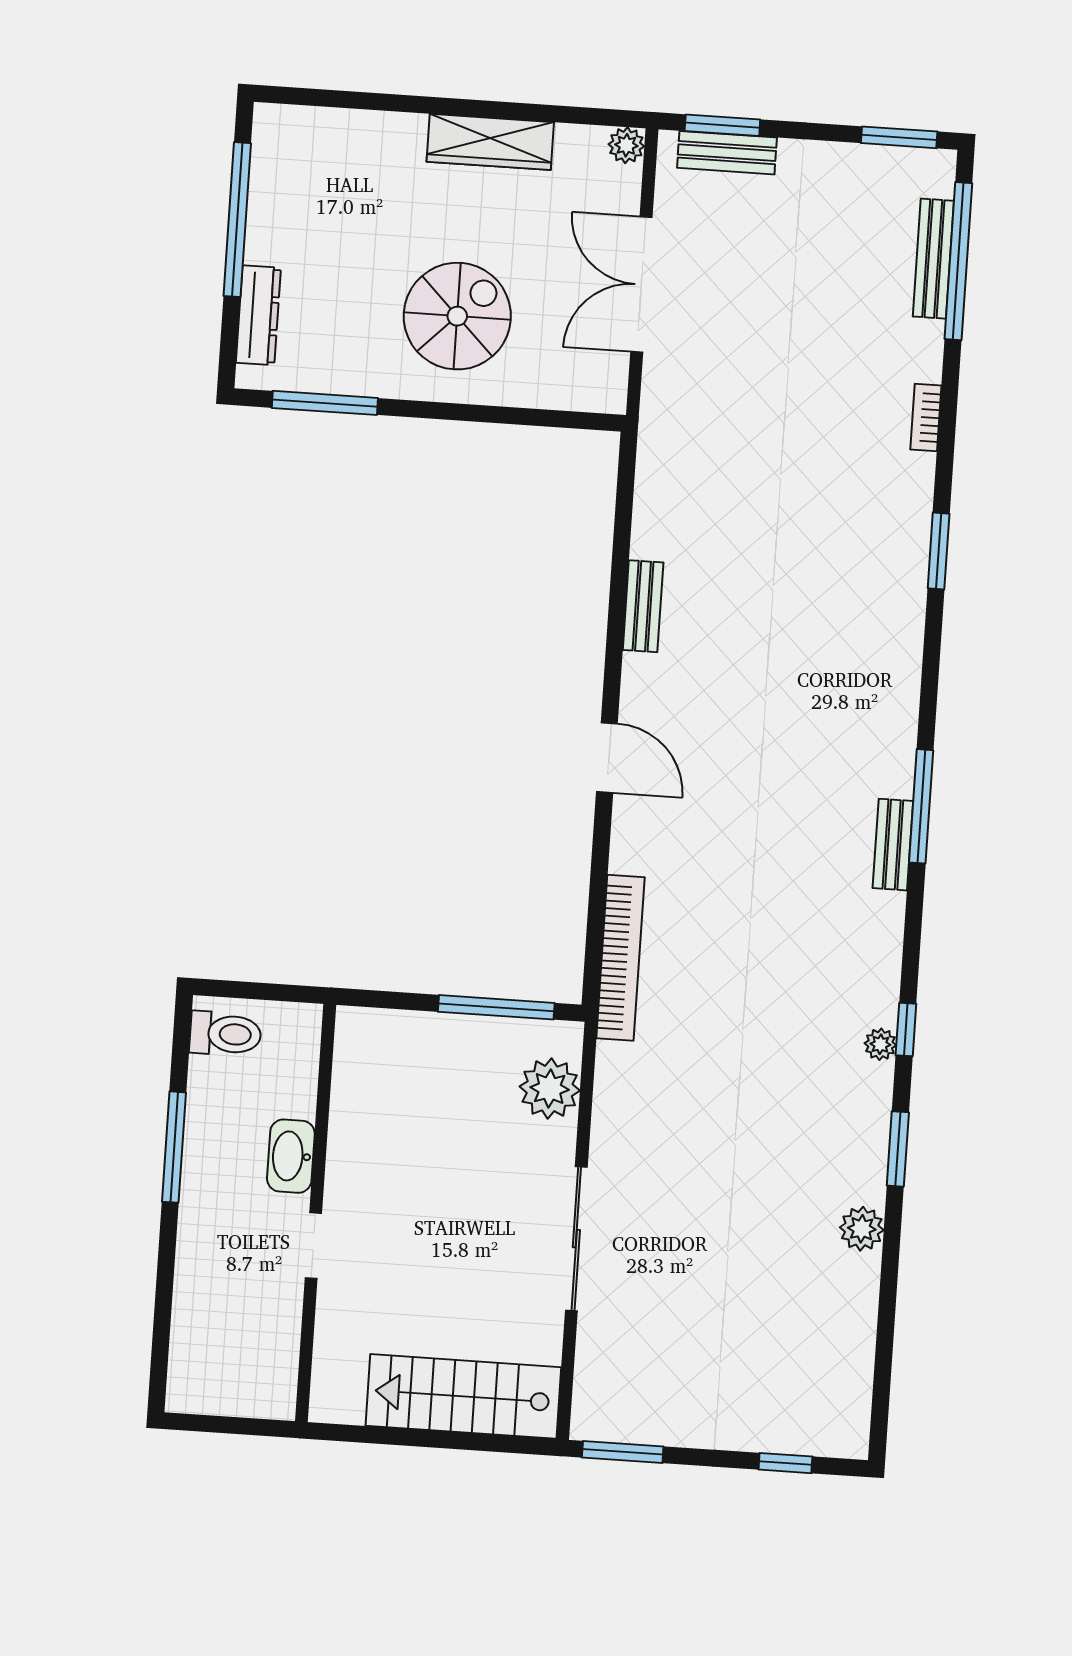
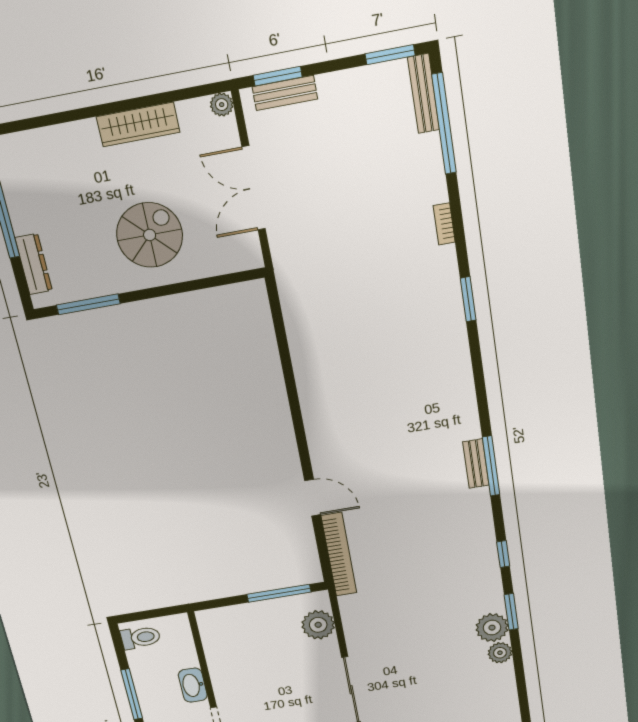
bench: (933, 259) -> (424, 94), moved
bench: (643, 606) -> (303, 372), removed
door: (607, 758) -> (313, 498), moved
window: (921, 806) -> (491, 466), moved
plant: (880, 1044) -> (492, 628), moved, width x1.87, depth x1.87

